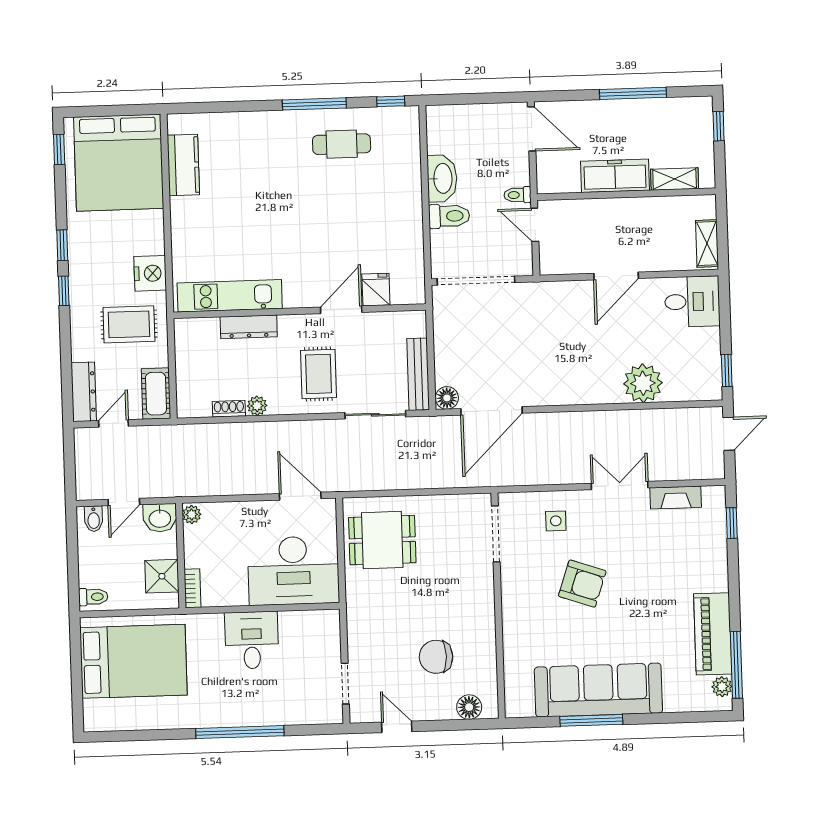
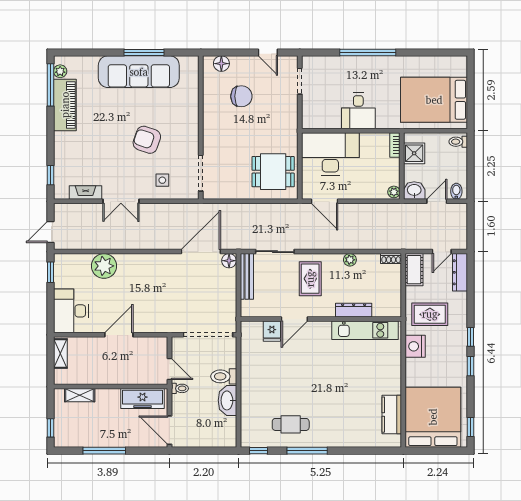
freezer: (615, 176) -> (142, 398), moved
desk: (692, 302) -> (71, 311), width x1.37
shoe rack: (229, 409) -> (391, 259), moved

